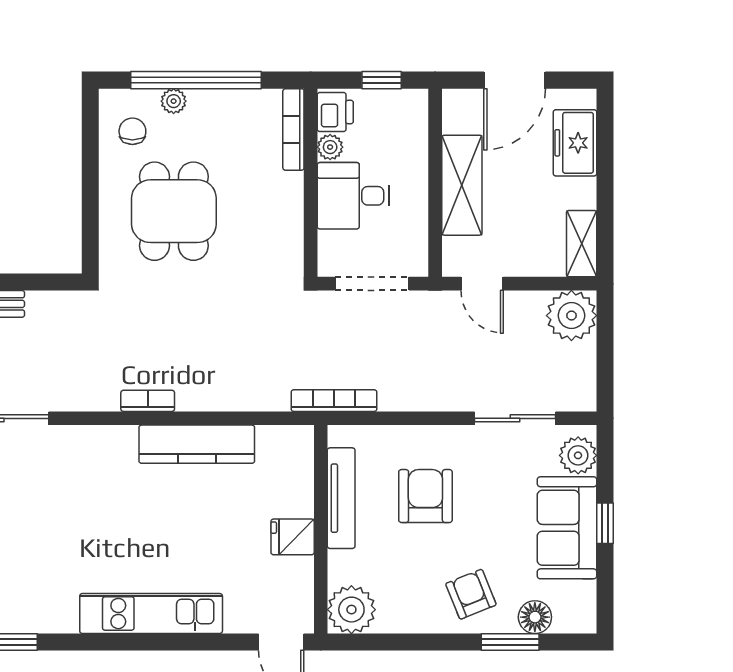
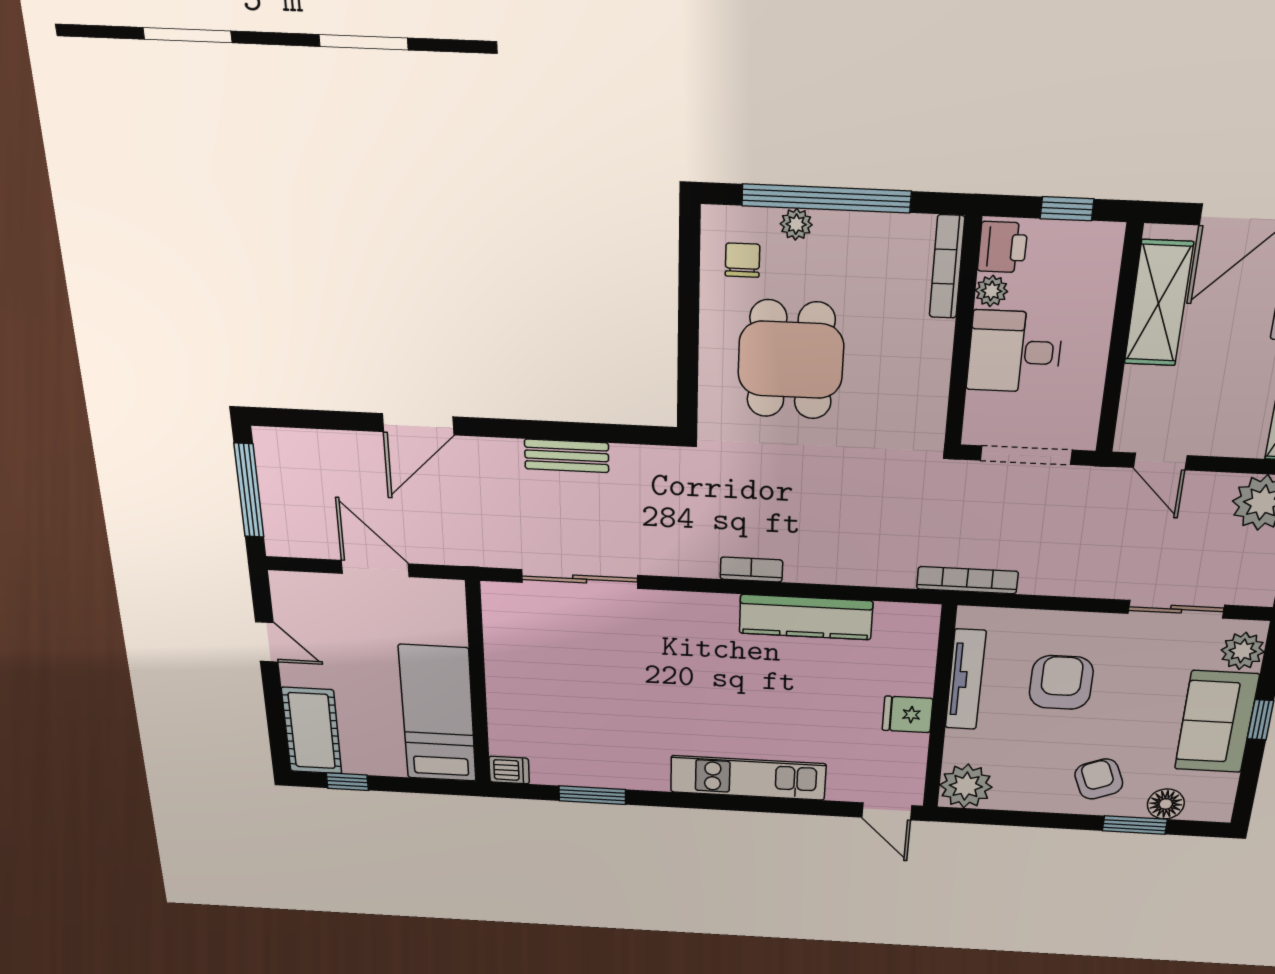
shelving: (462, 185) -> (1159, 303), moved

